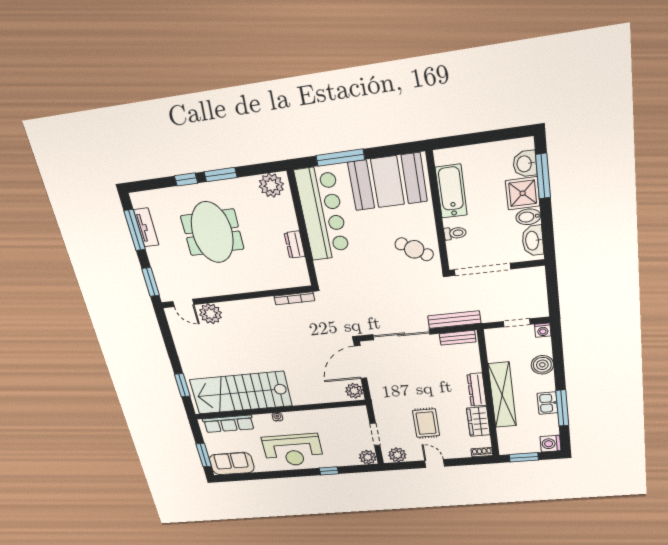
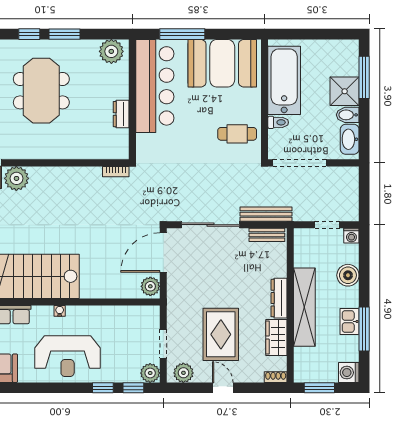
washbasin: (525, 164) -> (349, 64), removed
bathtub: (451, 191) -> (284, 80), width x1.36, depth x1.36
cafe table: (414, 249) -> (237, 134), turned -32
bookcase: (294, 298) -> (116, 172), width x0.64
rug: (426, 423) -> (221, 334), width x1.36, depth x1.43
window: (355, 469) -> (133, 388), added

